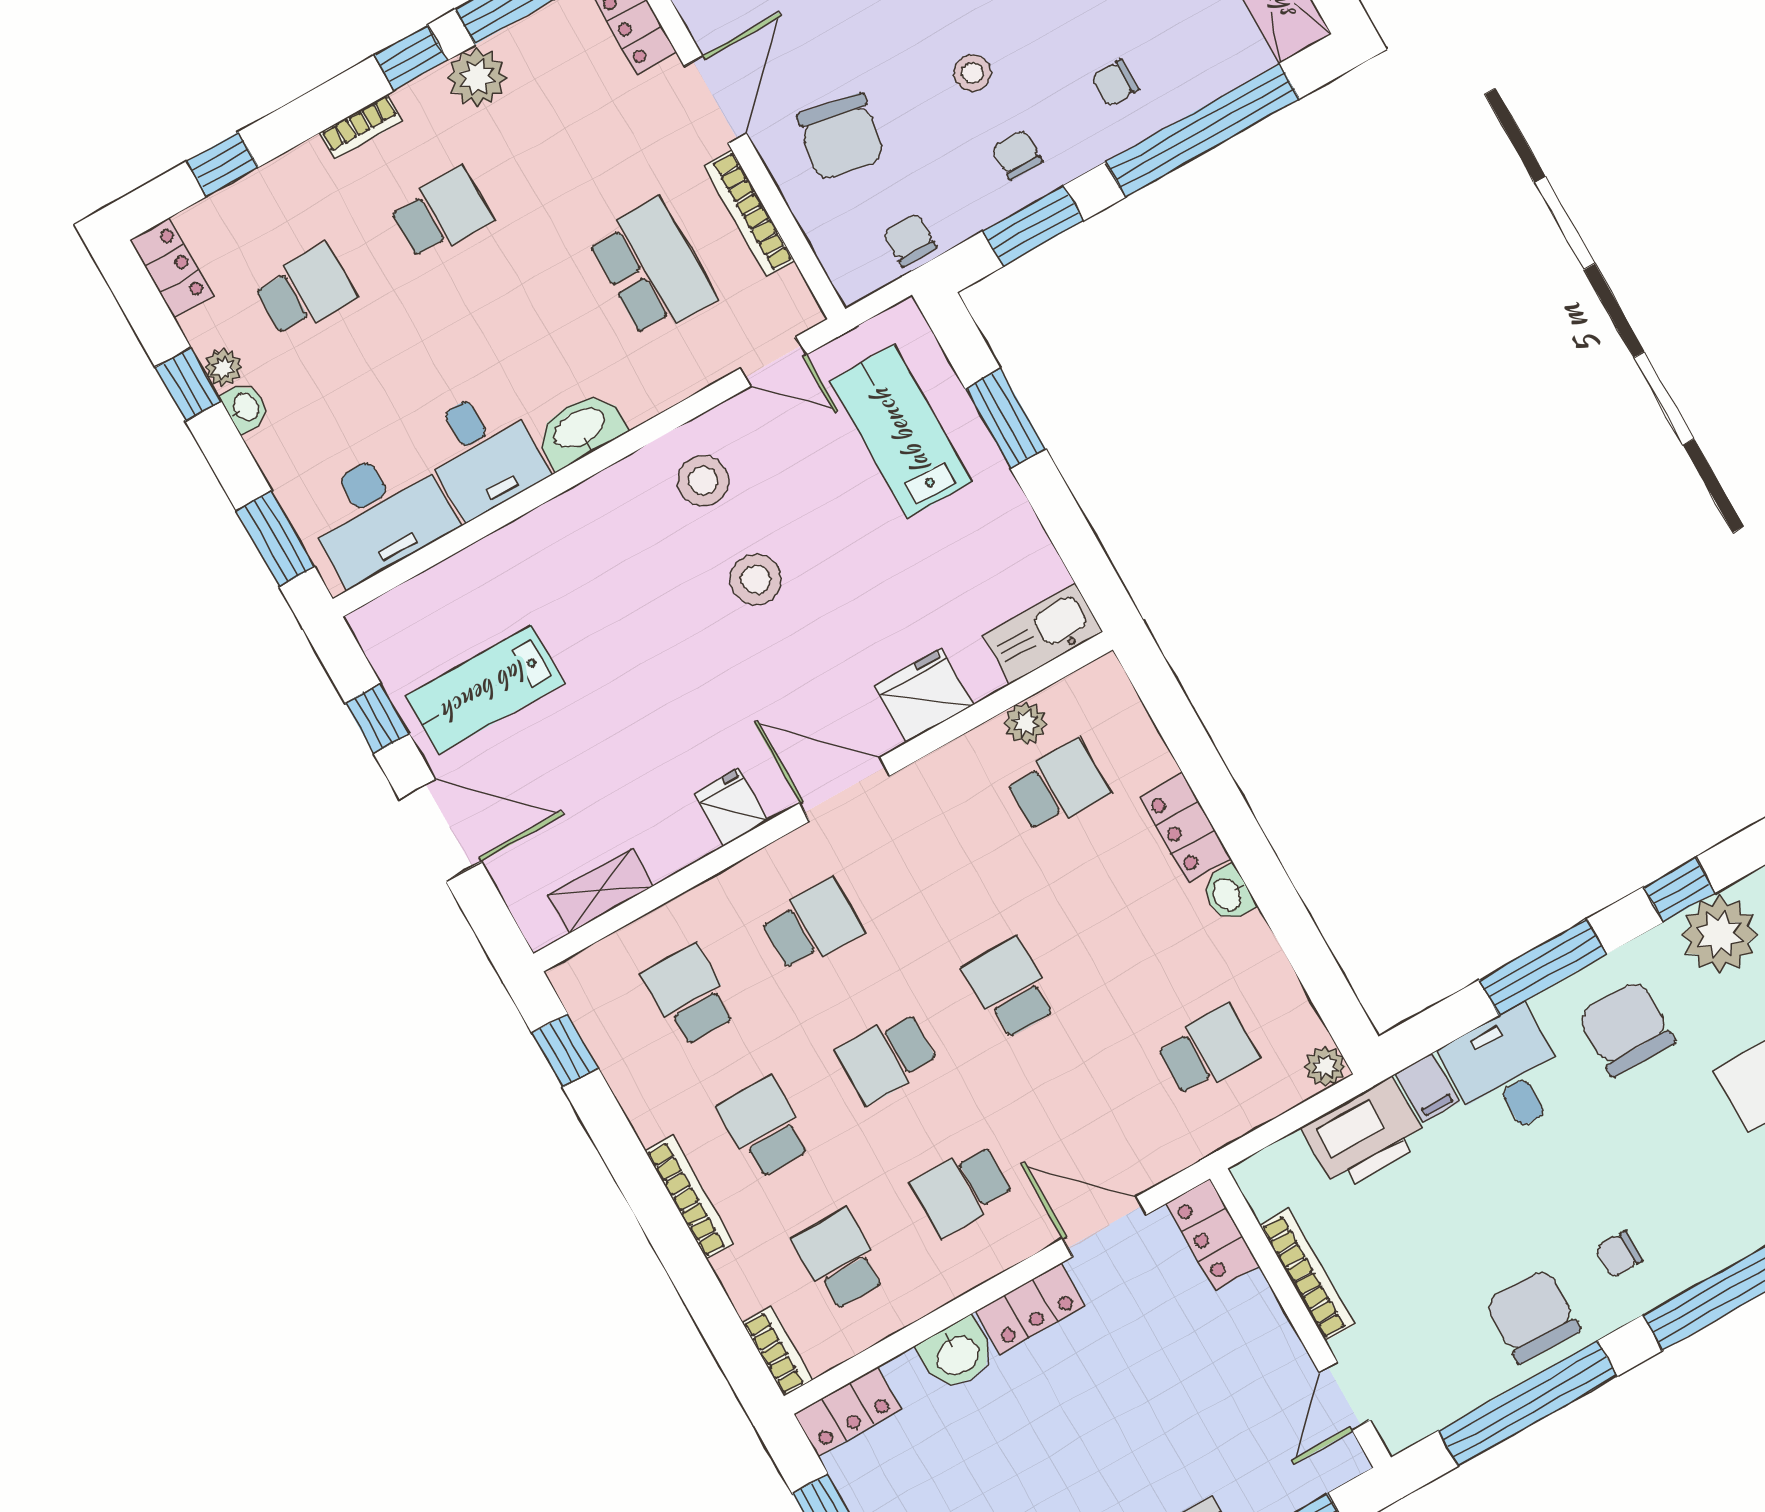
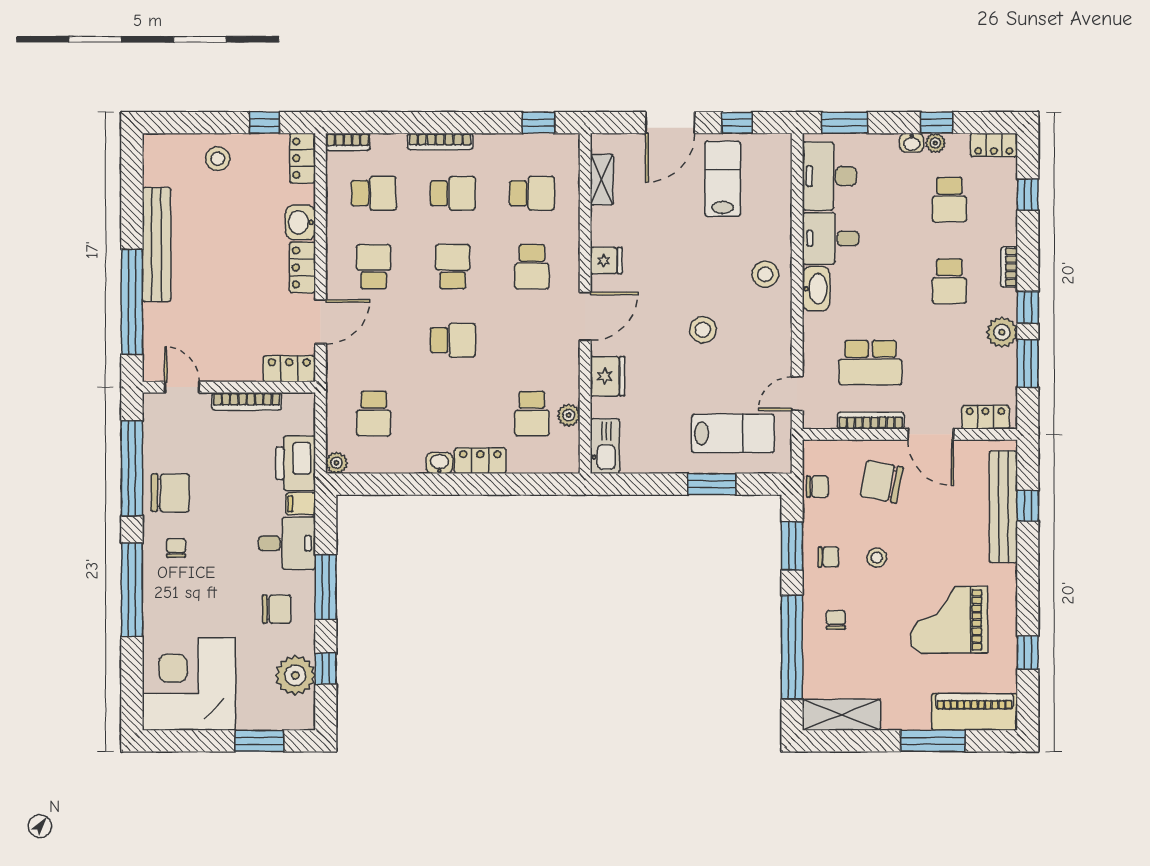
stool: (703, 481) -> (765, 274), moved
chair: (1626, 1028) -> (277, 609), width x0.73, depth x0.73

